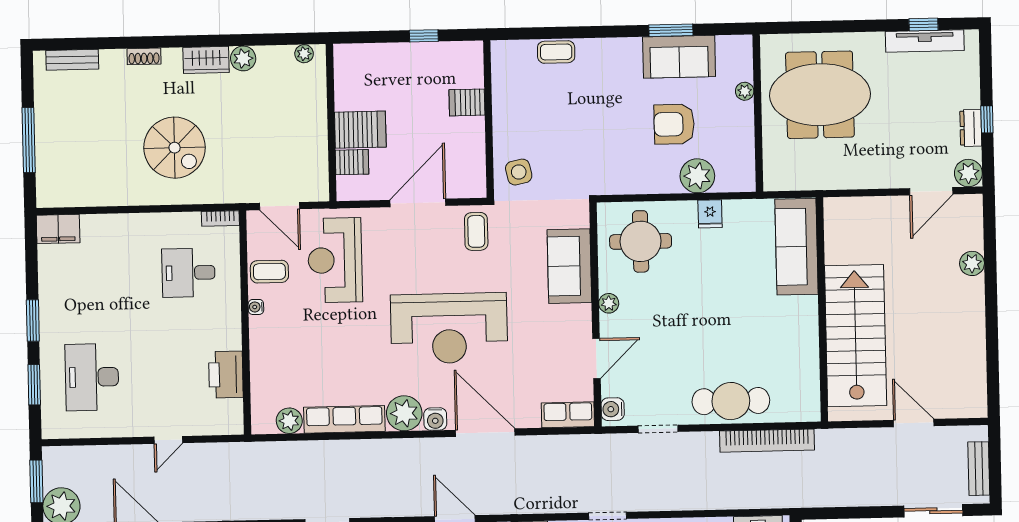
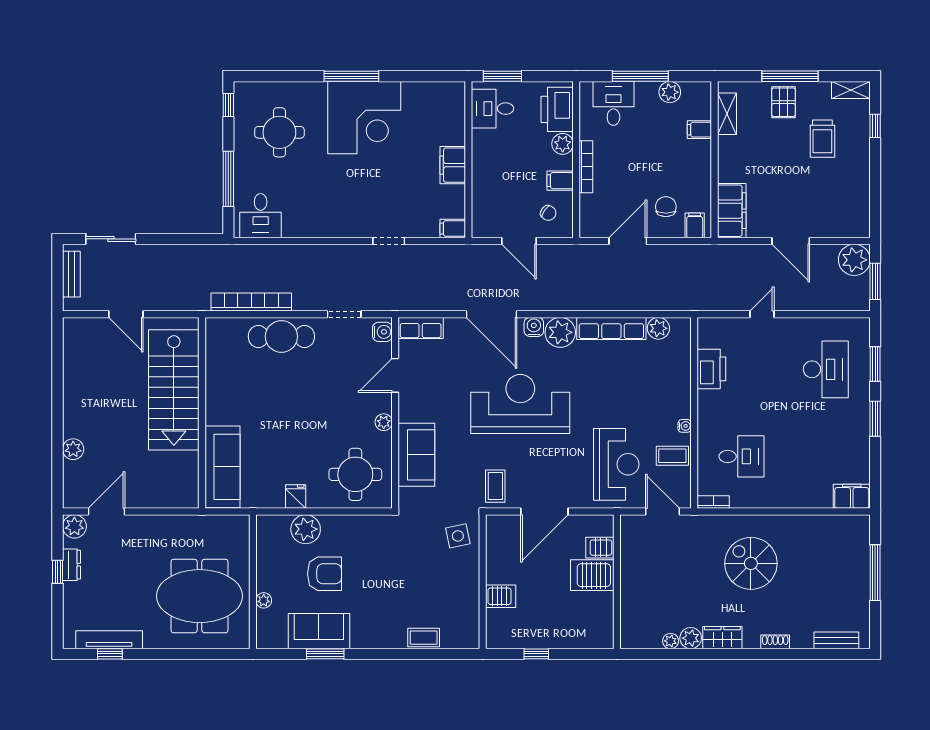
plant: (304, 54) -> (671, 641), moved

